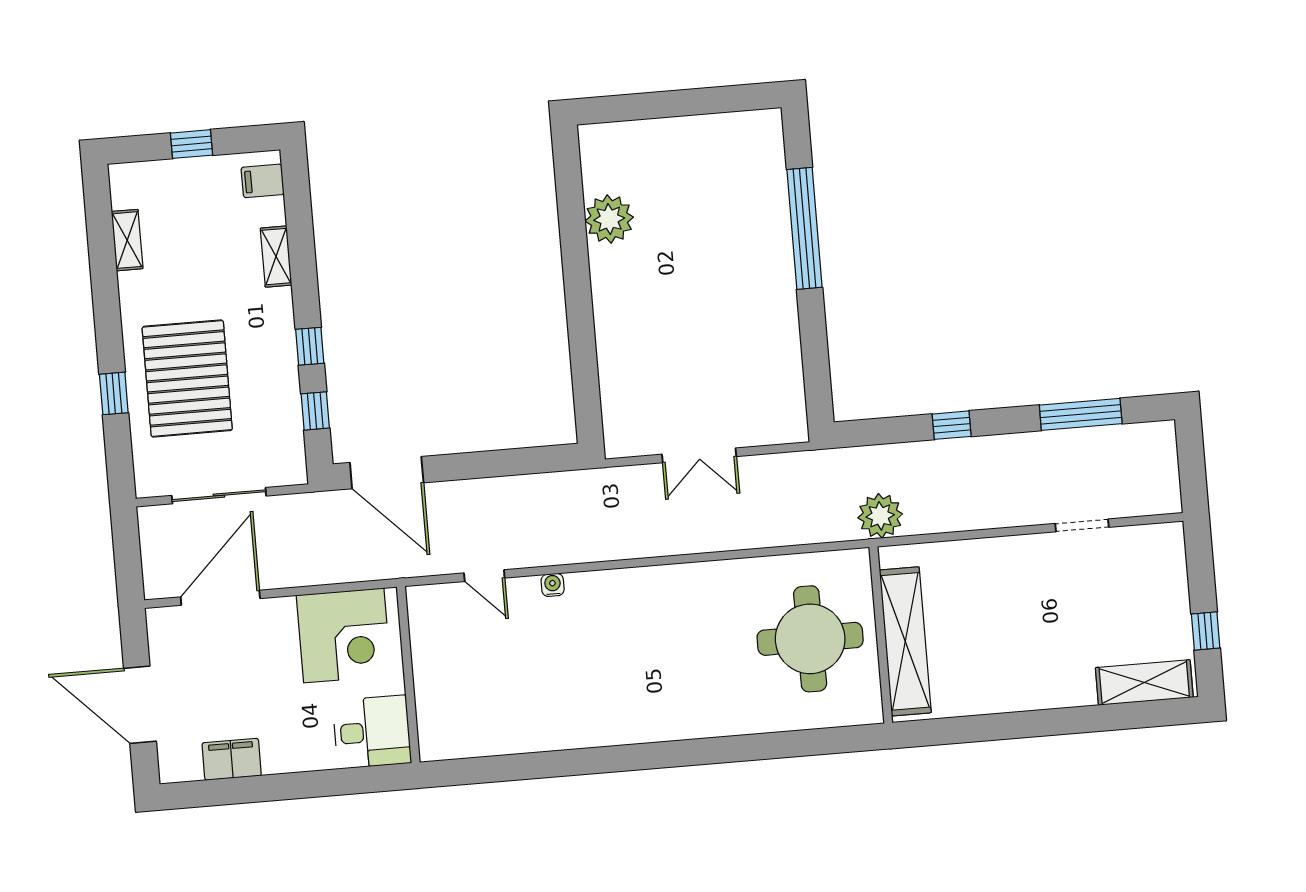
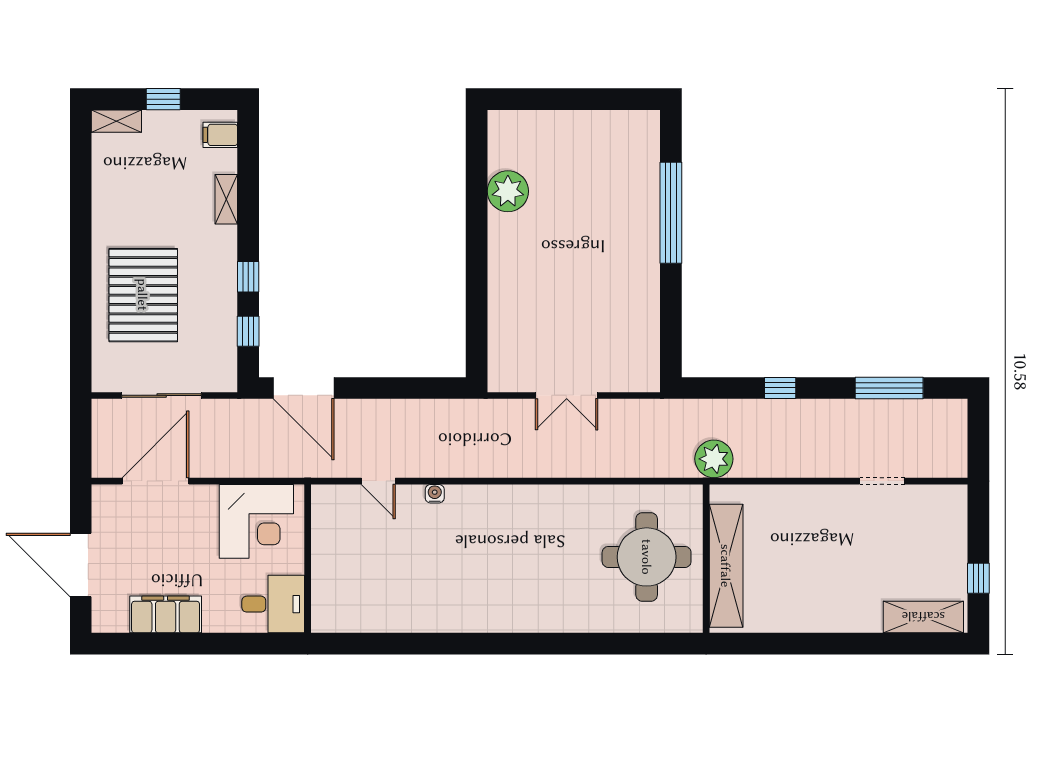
shelving: (127, 240) -> (116, 121), moved, turned 90
window: (114, 393) -> (81, 302), removed
filing cabinet: (232, 759) -> (166, 614), width x1.50, depth x1.17

